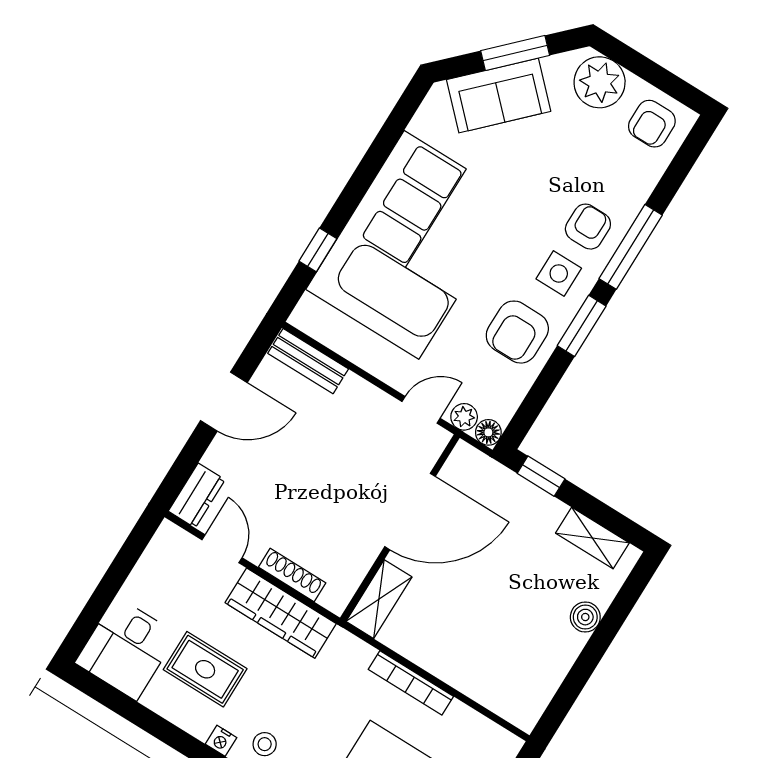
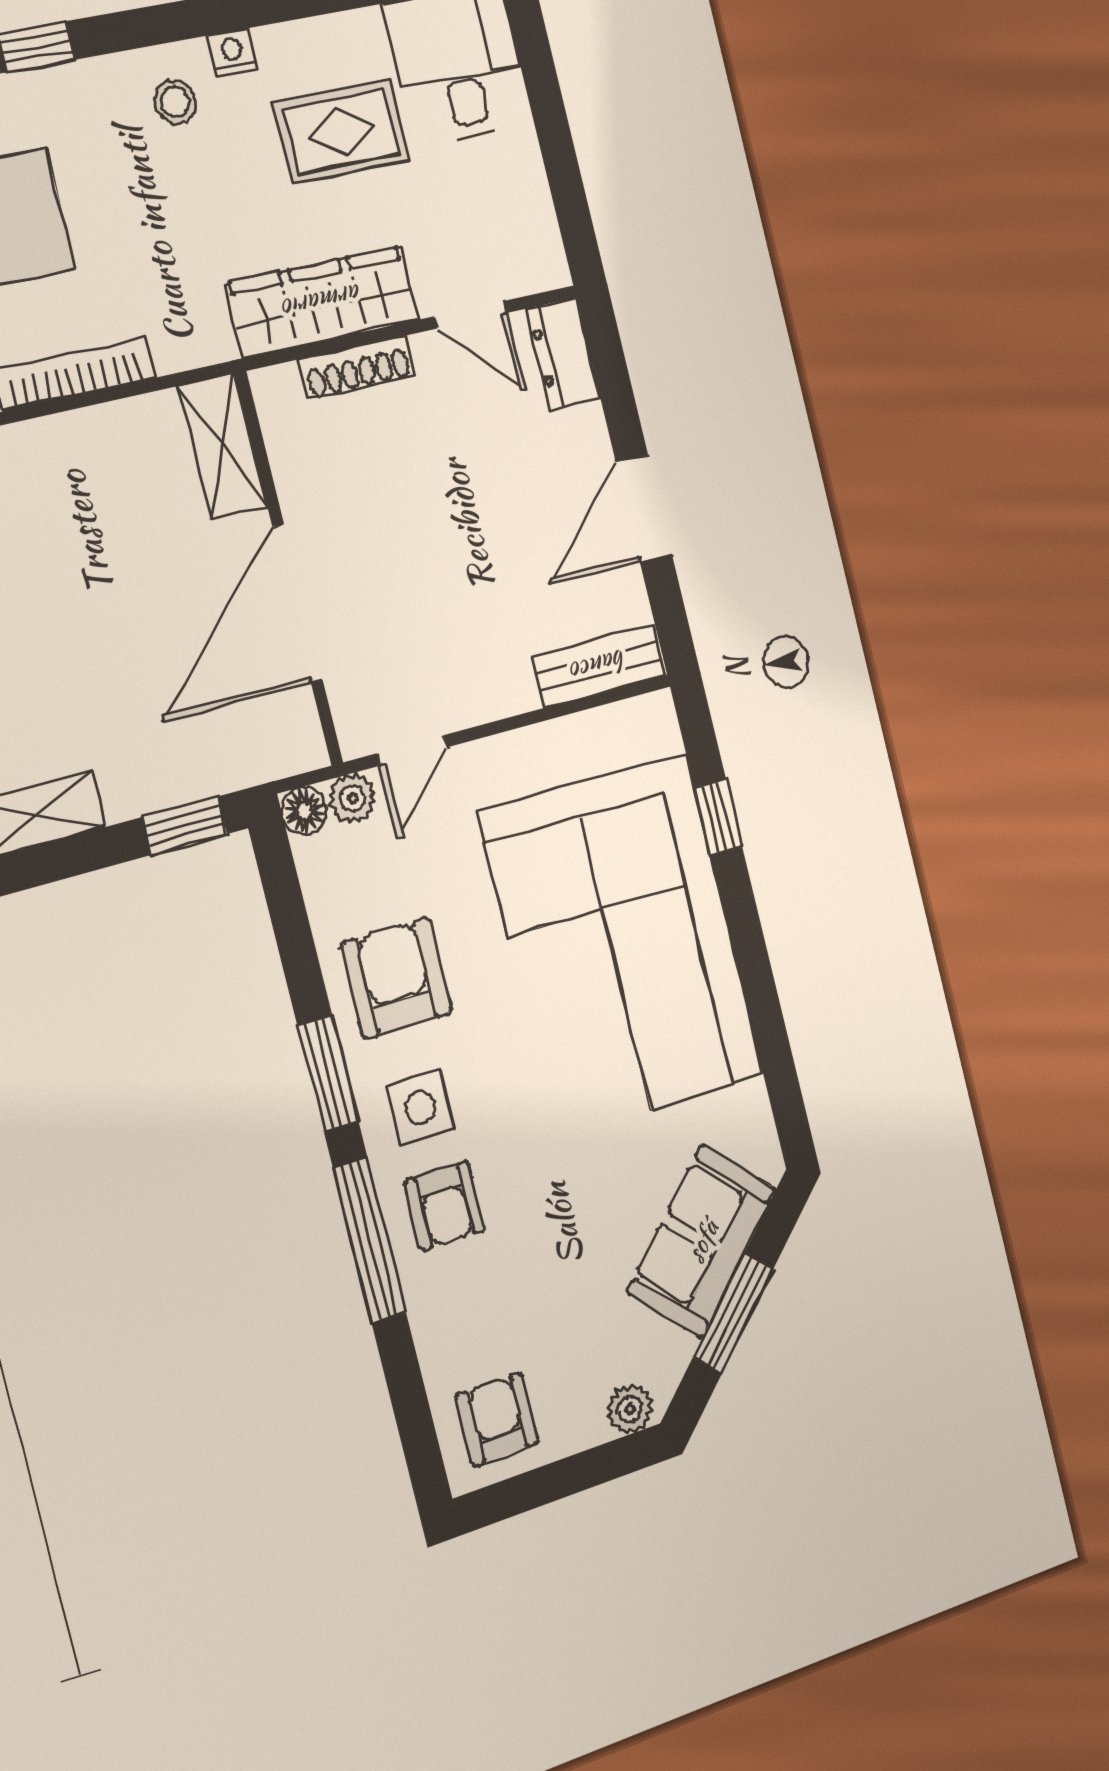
plant: (600, 82) -> (630, 1409), width x0.53, depth x0.53

